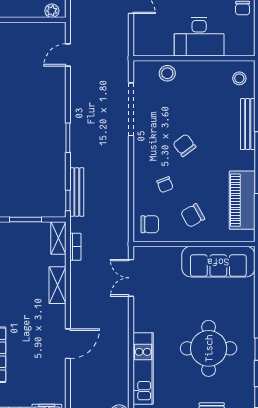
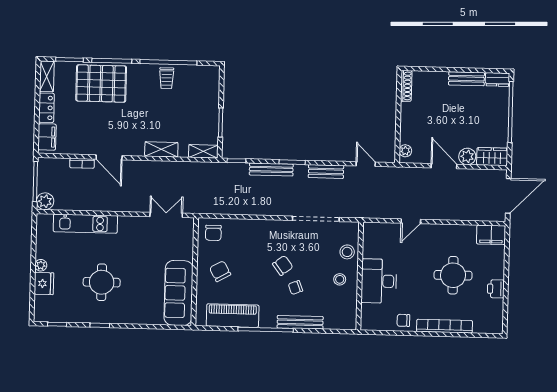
stool: (239, 78) -> (340, 279), moved
bench: (77, 99) -> (326, 172), added
chair: (165, 185) -> (295, 287), moved
bench: (77, 192) -> (271, 169), moved
bookcase: (75, 247) -> (82, 163), moved
round table: (209, 348) -> (102, 282), width x0.73, depth x0.73

